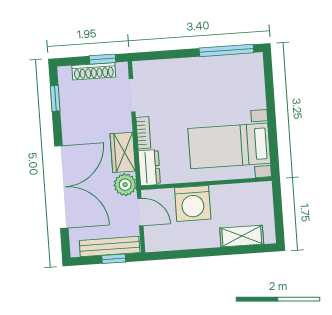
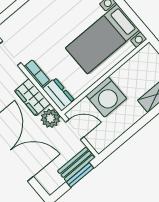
bench: (110, 247) -> (76, 164), width x0.73
window: (114, 259) -> (80, 175), width x1.50

